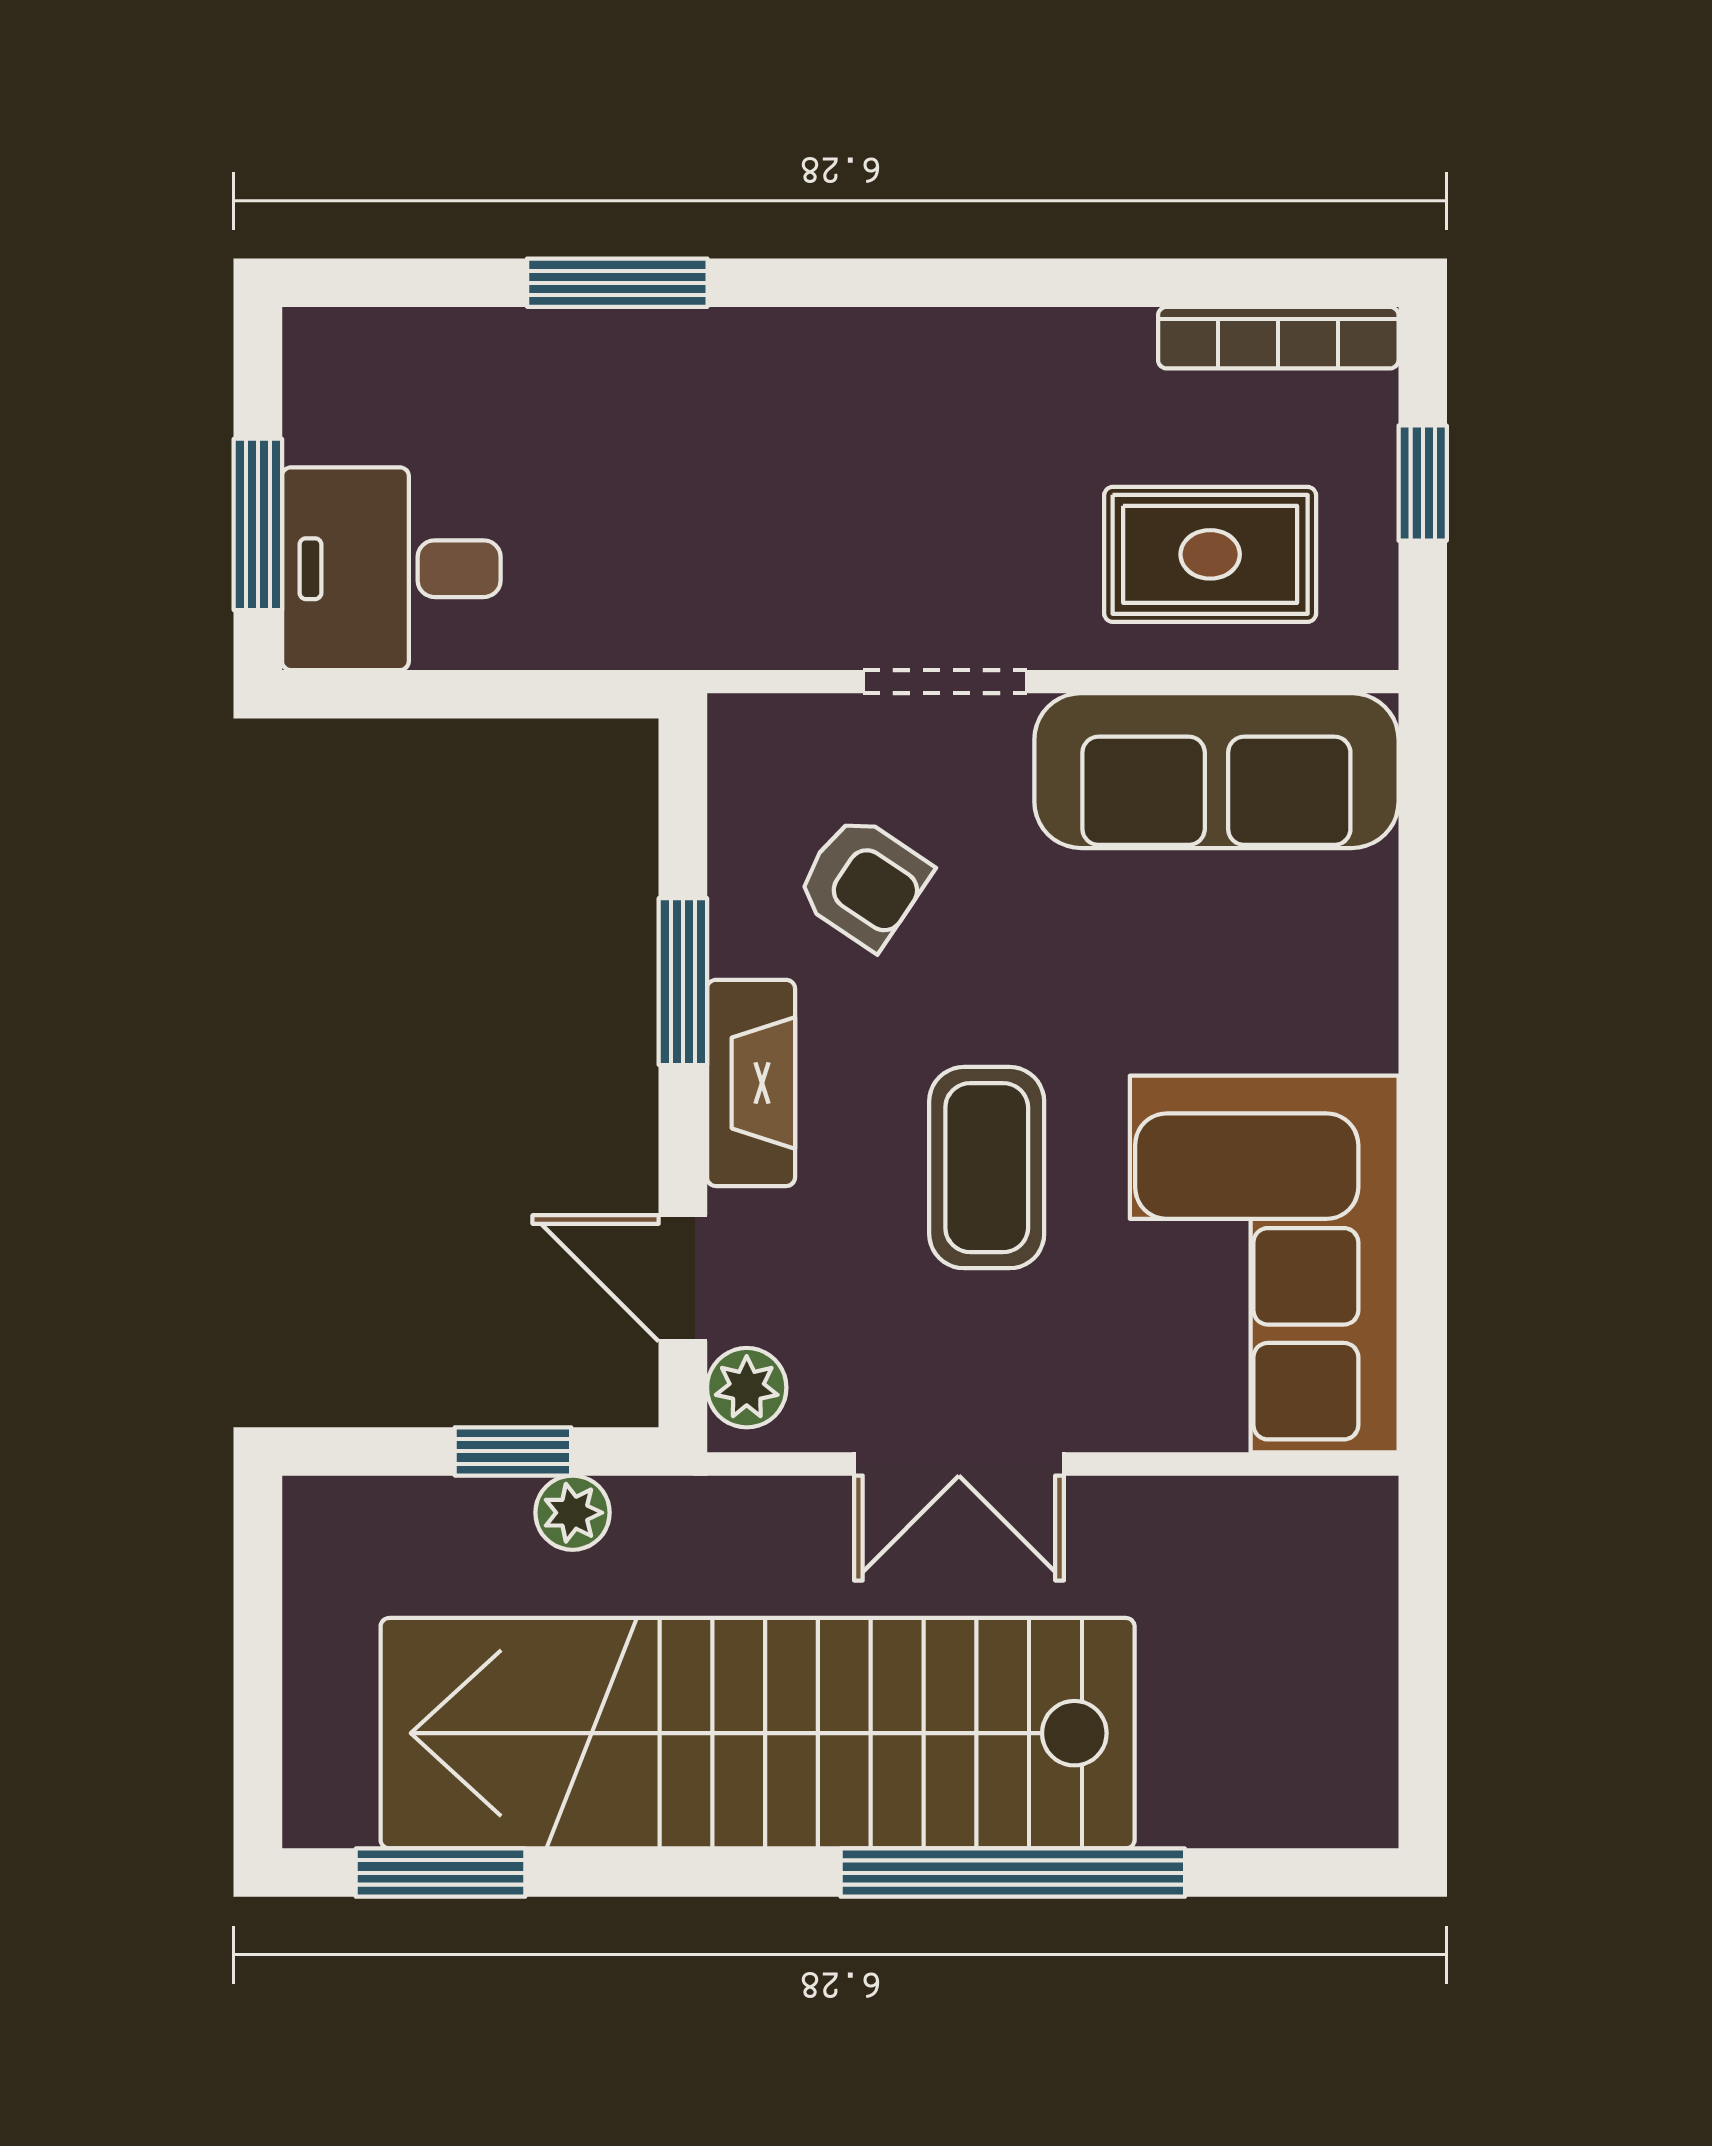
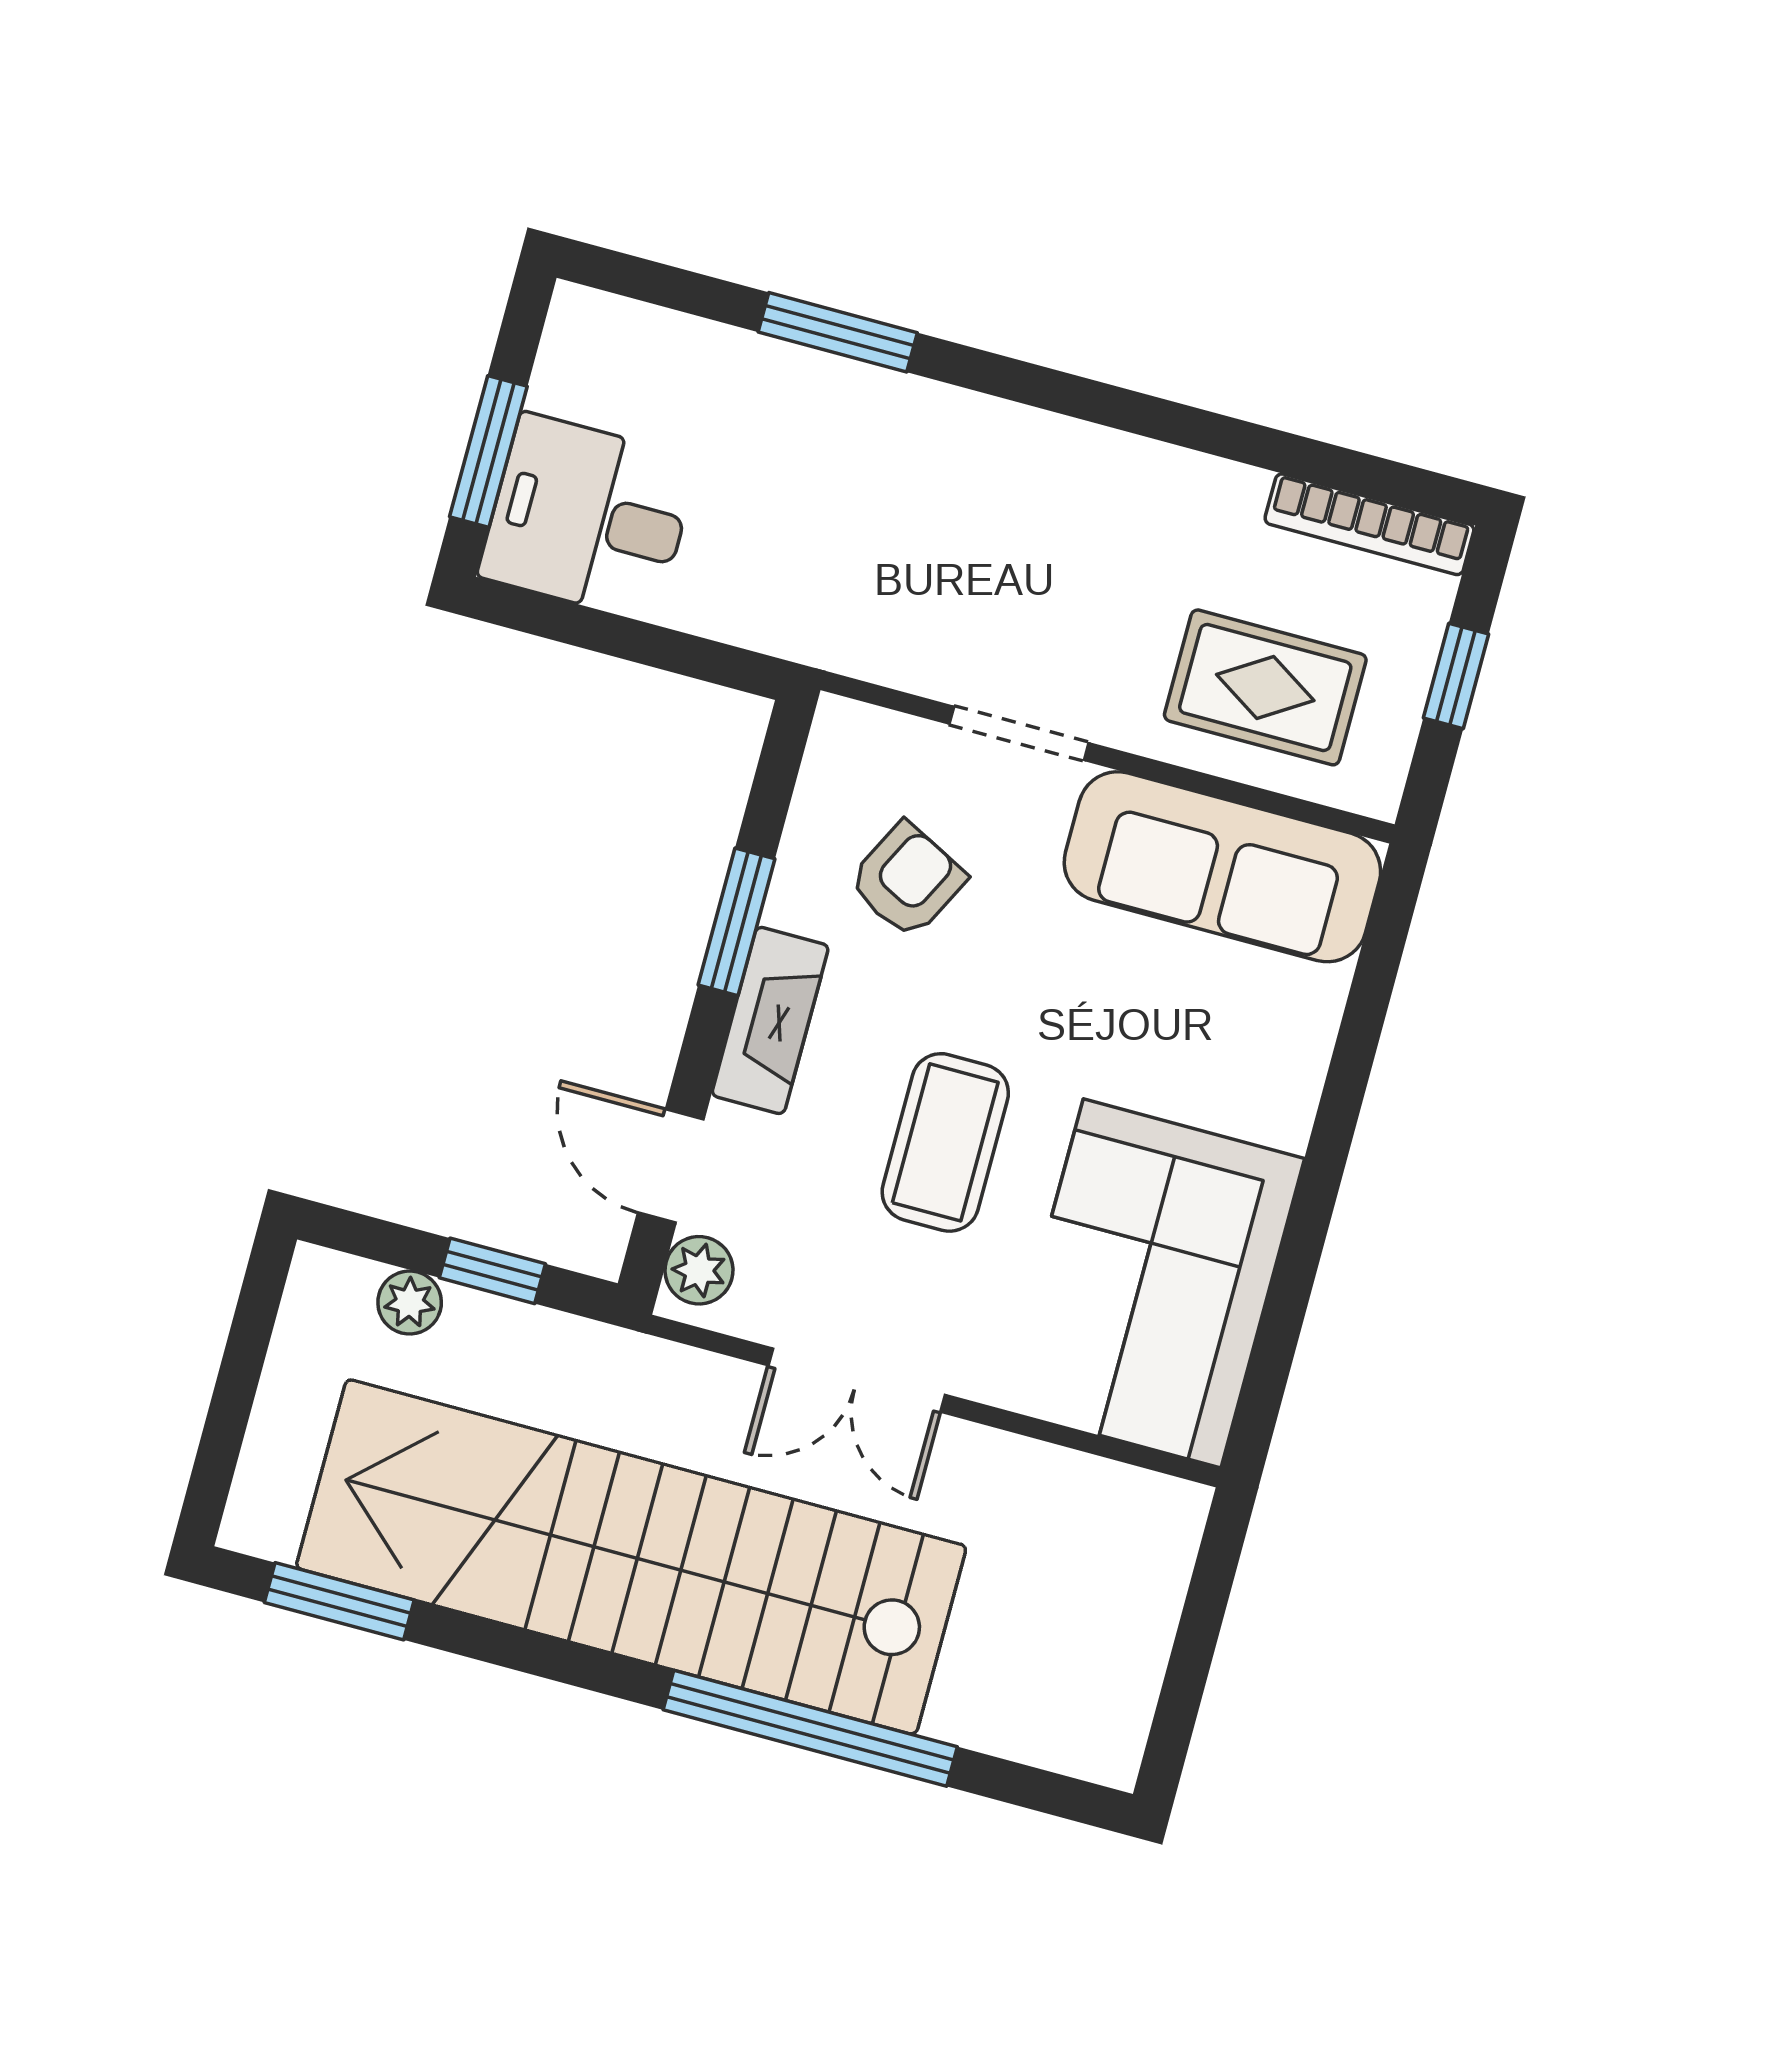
armchair: (863, 882) -> (907, 880), turned -97
plant: (573, 1513) -> (410, 1303), moved

